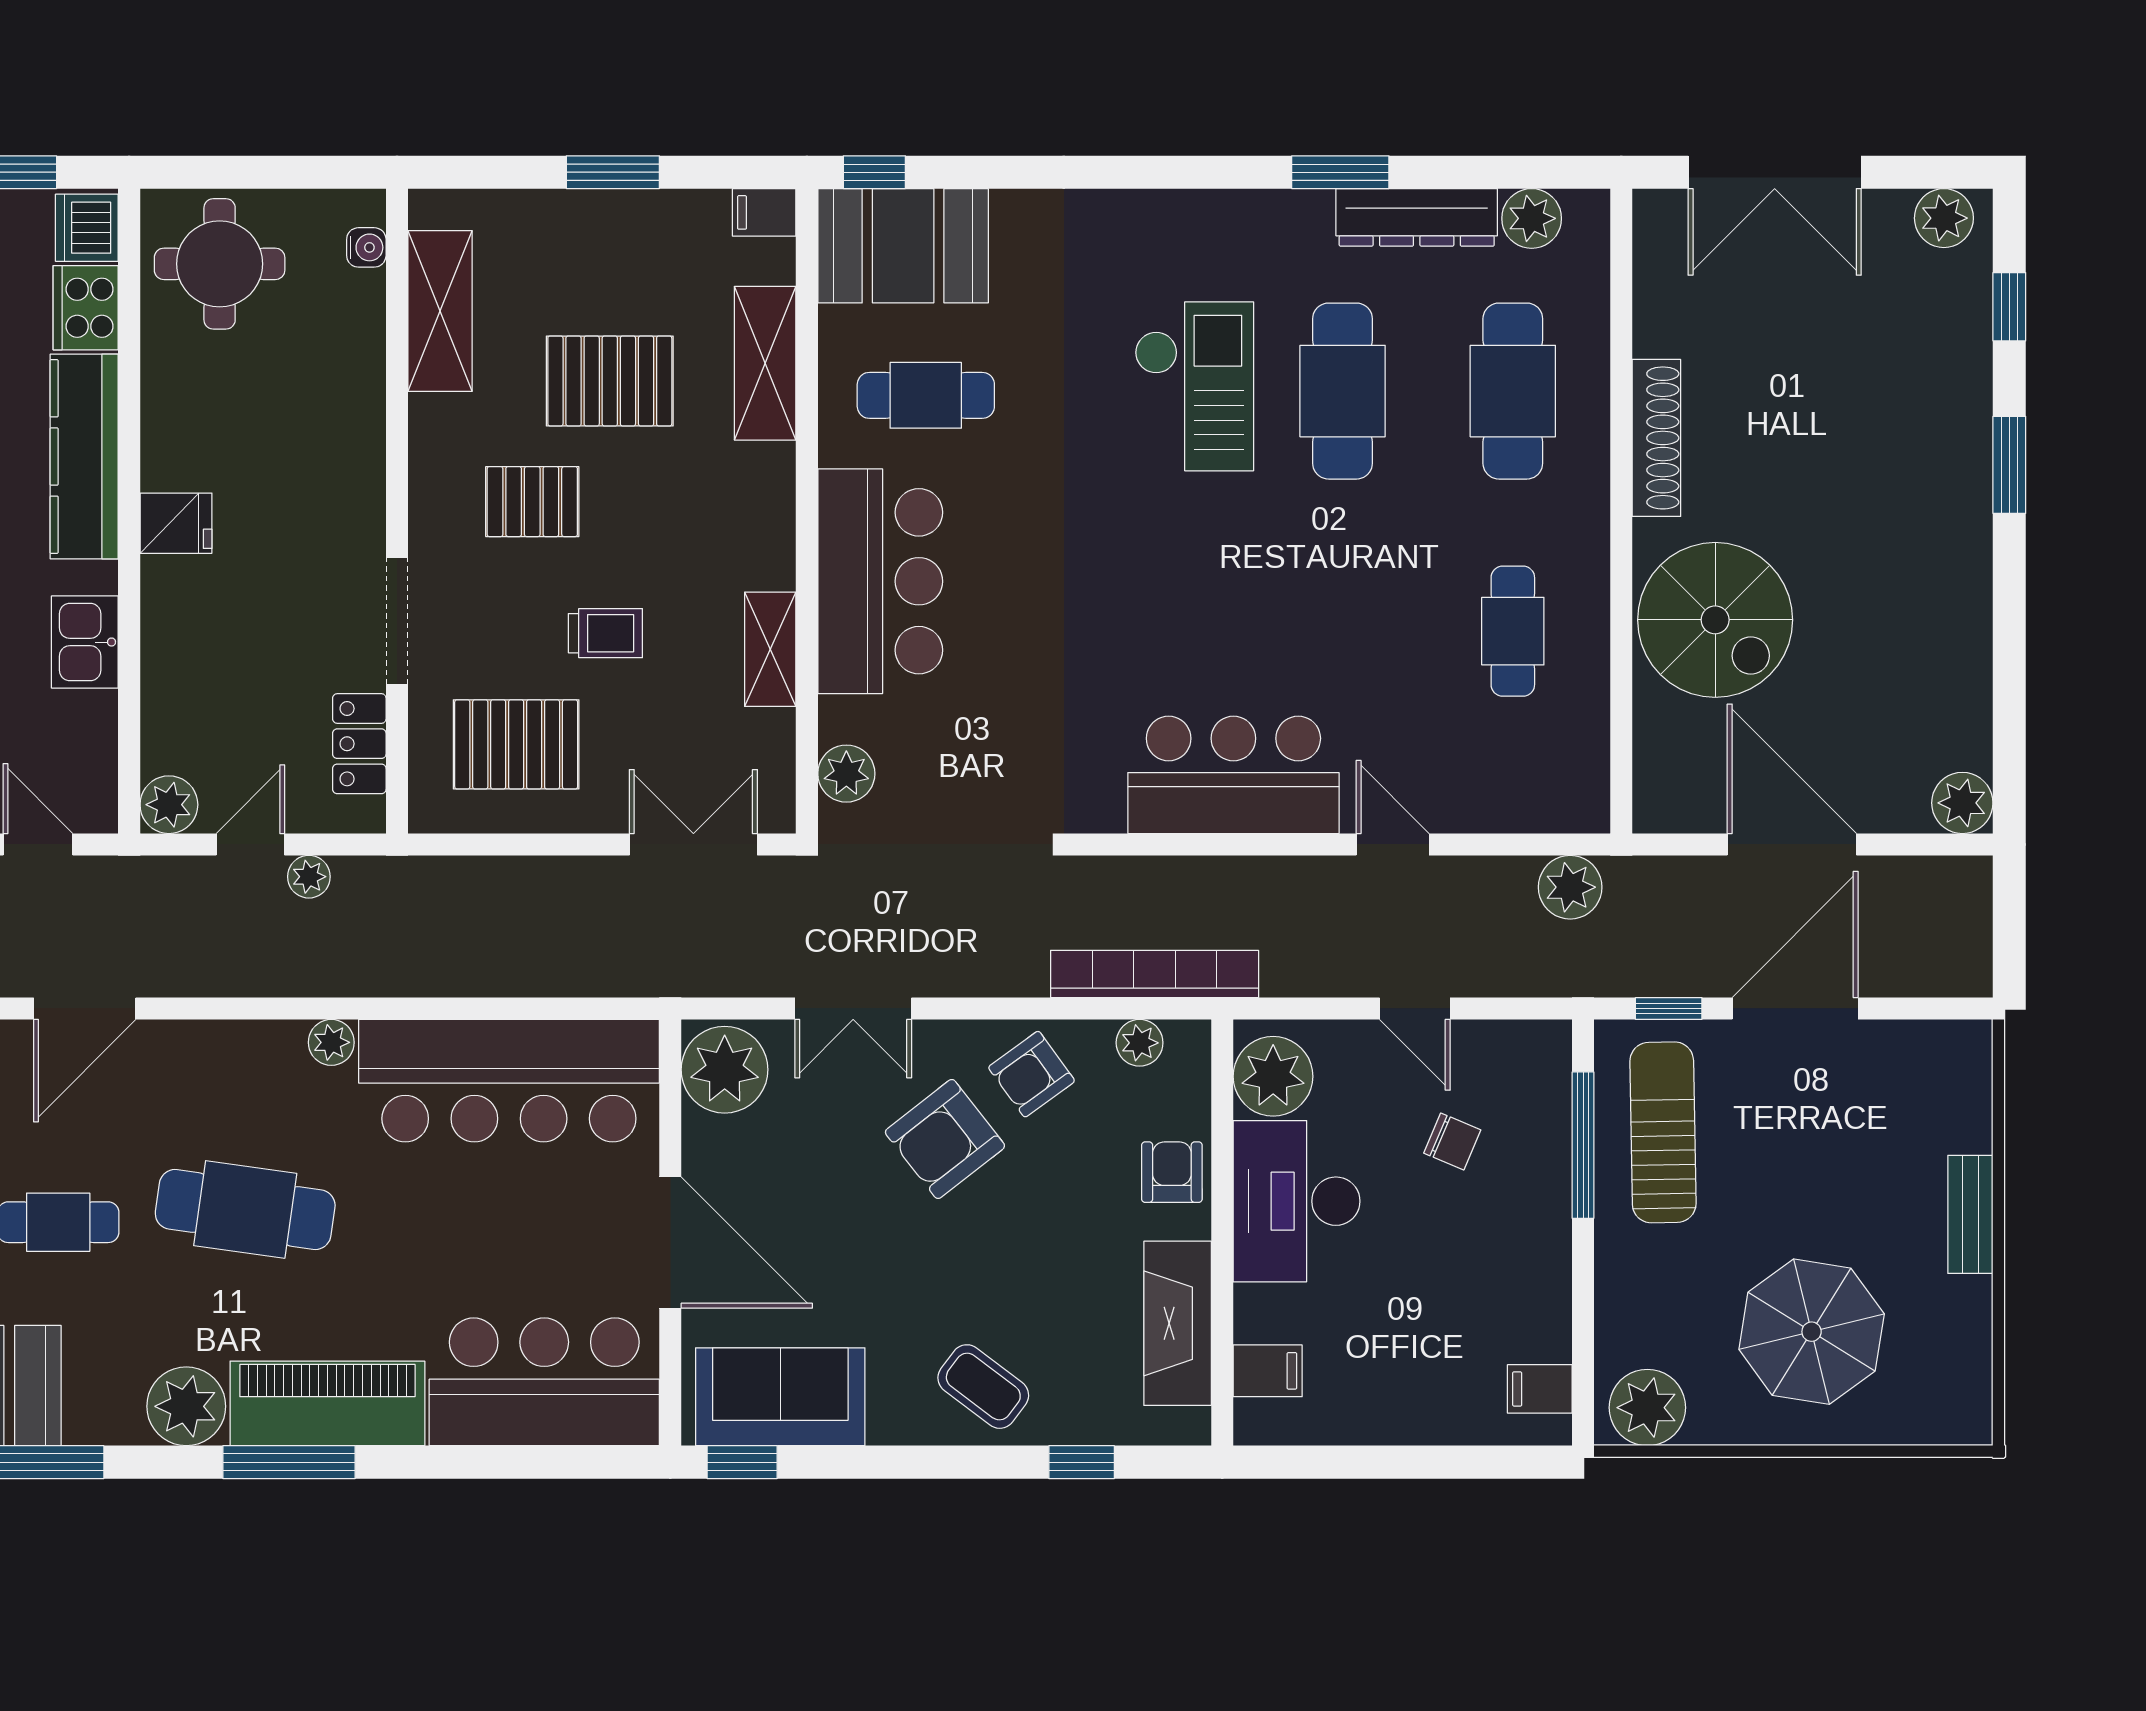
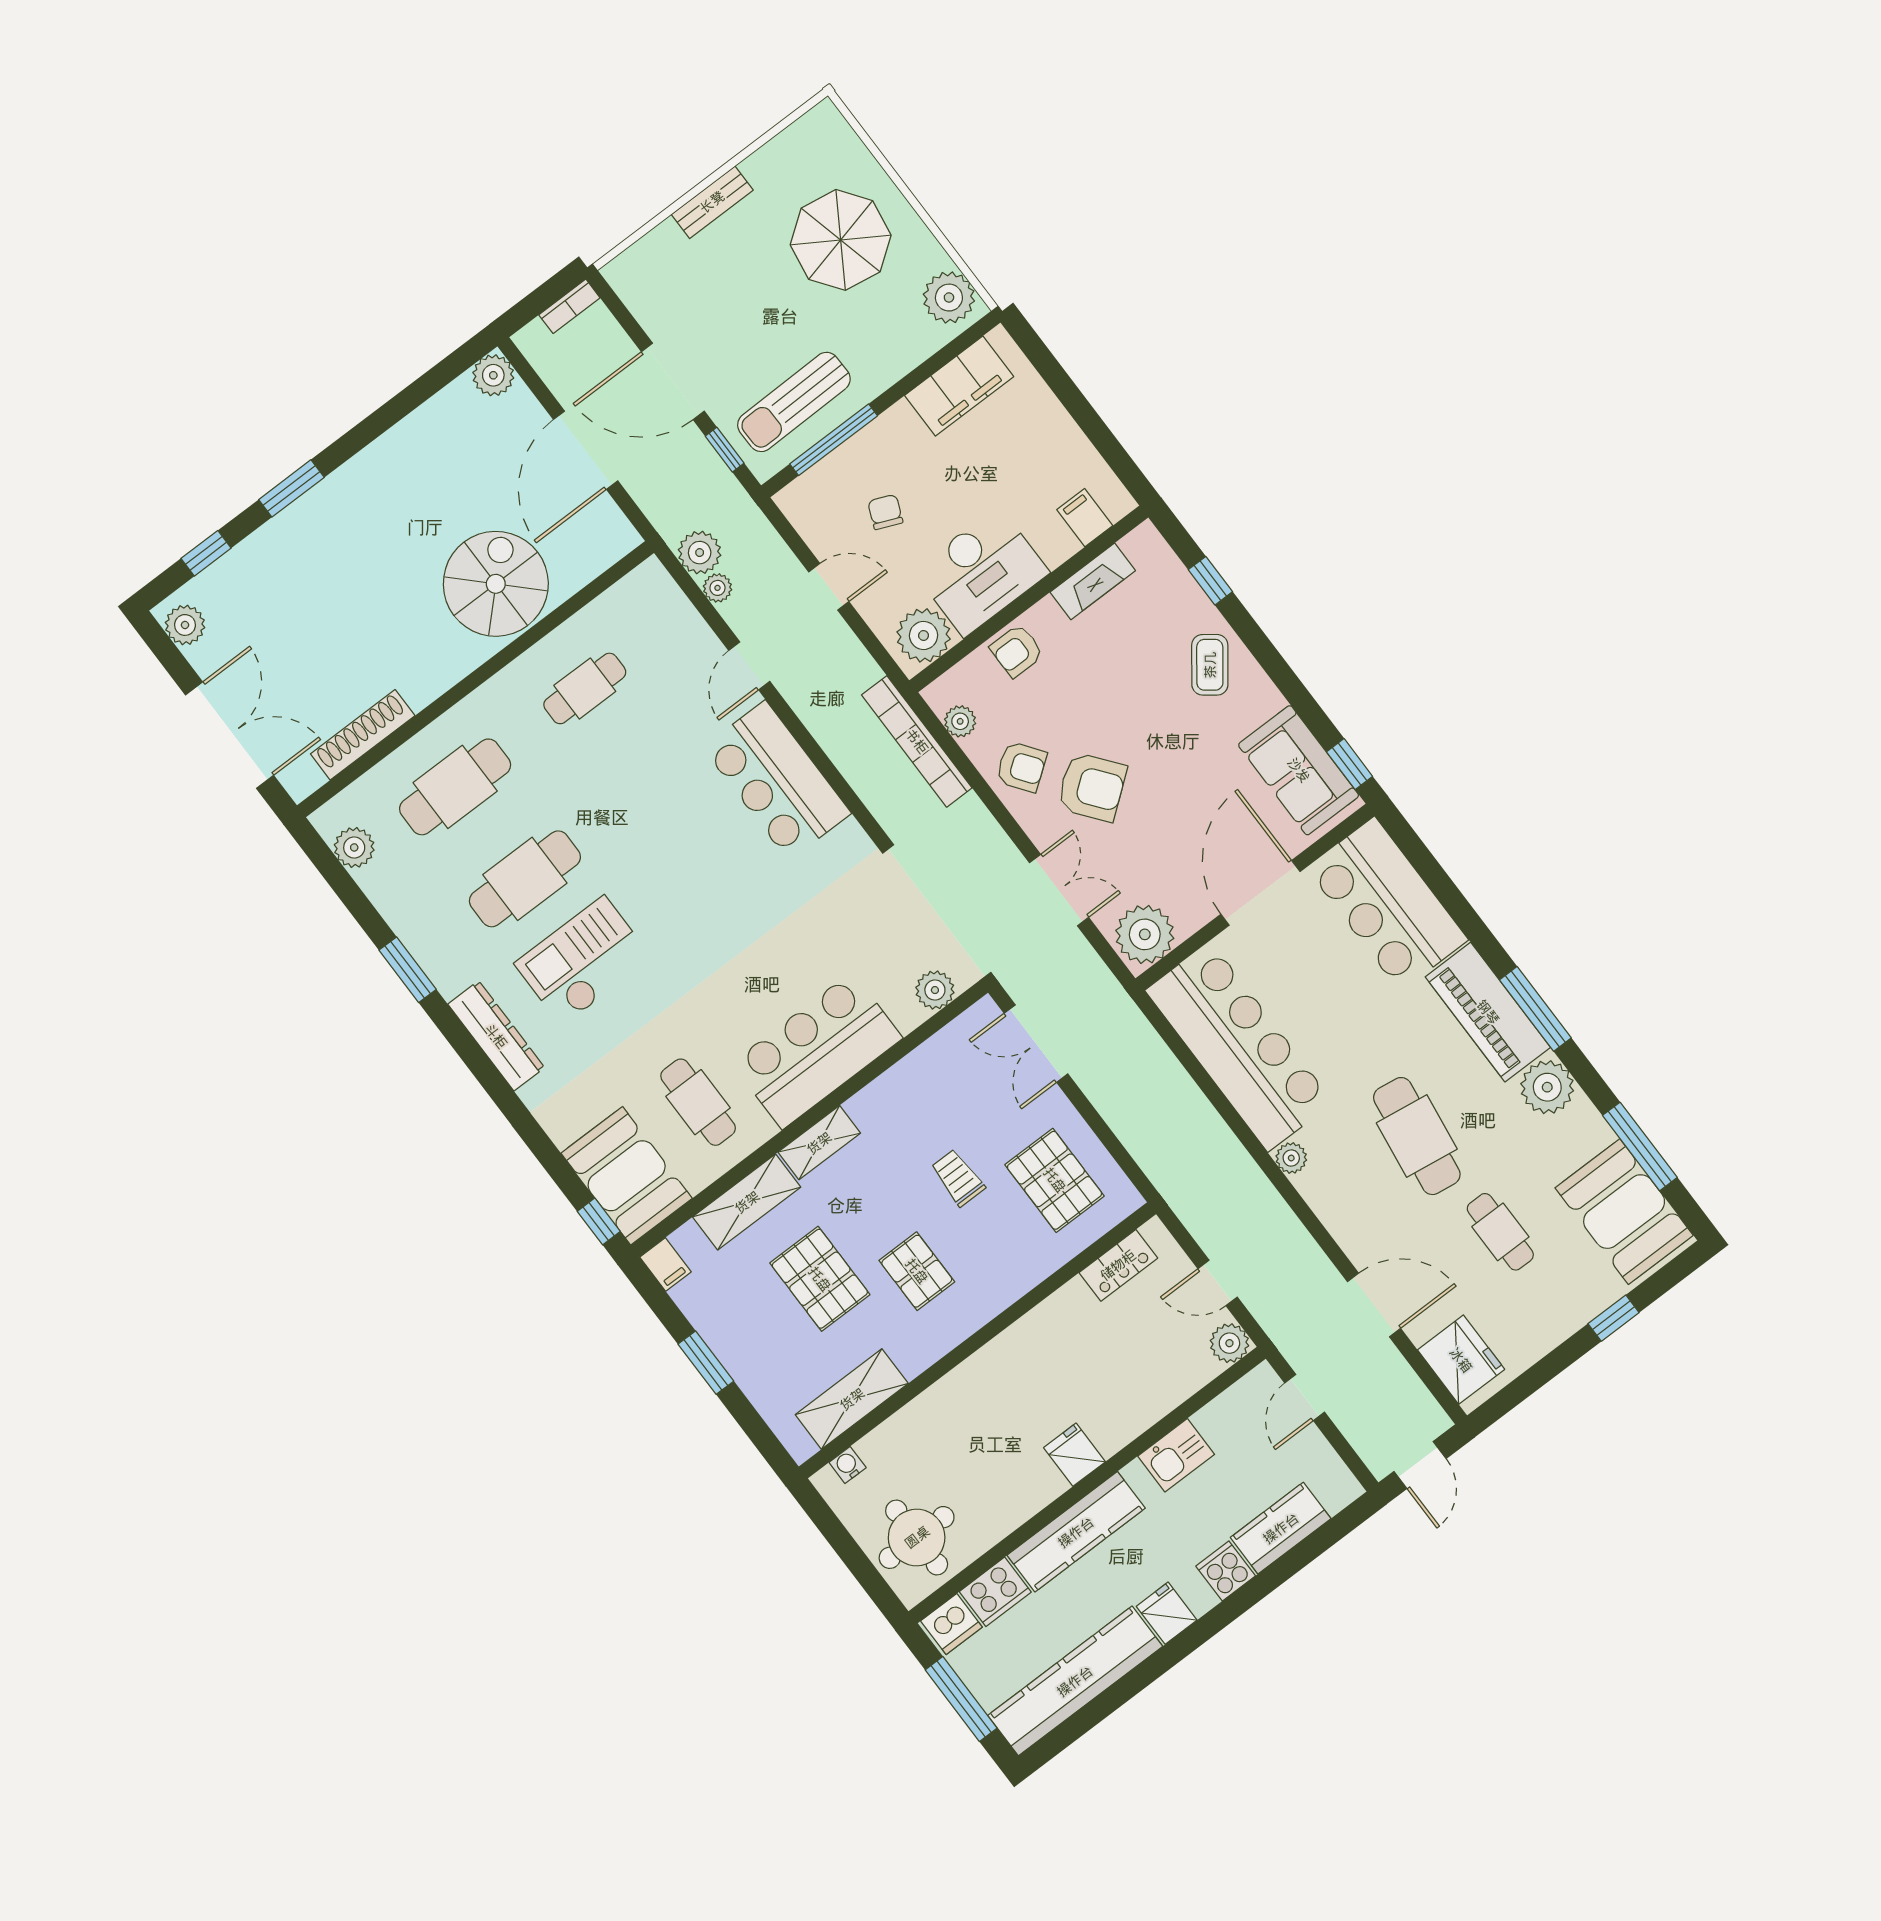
dresser: (1417, 217) -> (496, 1036), moved
shoe rack: (1656, 438) -> (363, 735), moved
doorway: (397, 621) -> (1037, 1295), removed
shelving: (770, 649) -> (819, 1143), moved
plant: (309, 877) -> (718, 588), moved
bookcase: (1975, 954) -> (569, 306), added
door: (1415, 1008) -> (829, 587), hinge flipped
fireplace: (1178, 1323) -> (1093, 581), width x0.73, depth x0.76
filing cabinet: (1540, 1389) -> (959, 386), width x3.00, depth x1.17

